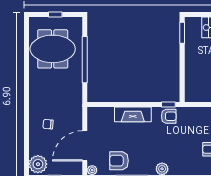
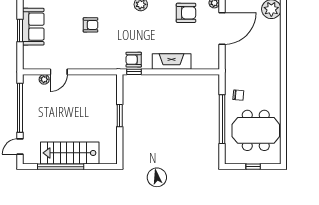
window: (182, 33) -> (120, 116), moved
chair: (48, 124) -> (238, 95), moved

